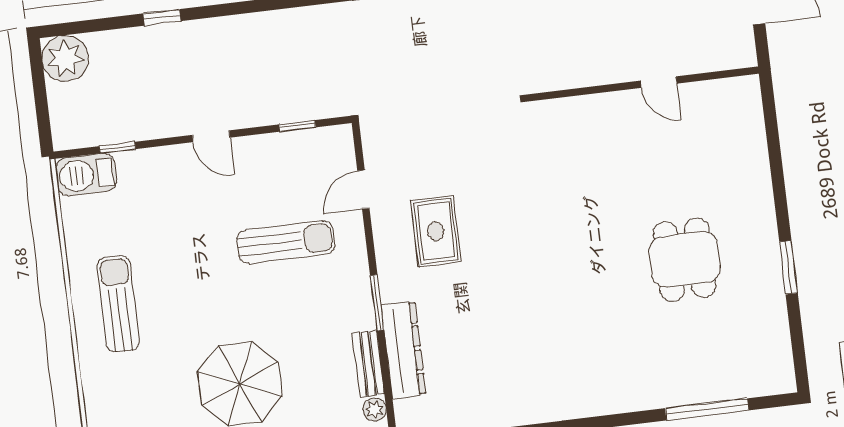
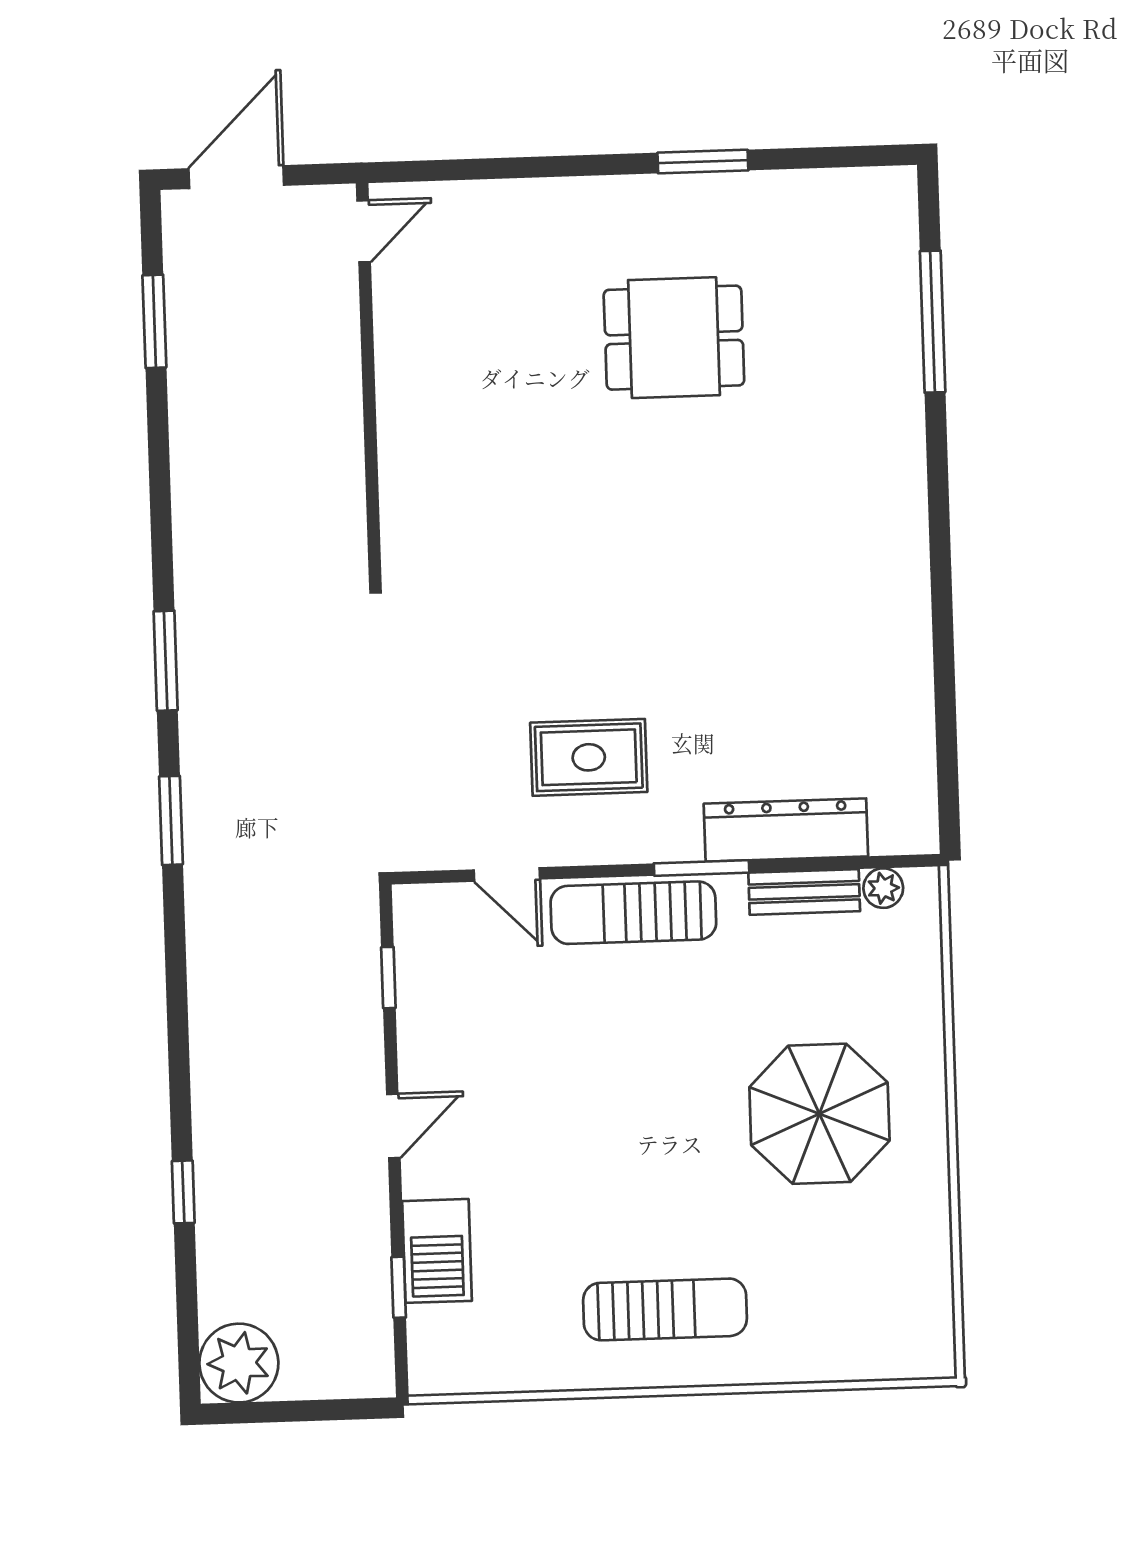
door: (659, 82) -> (364, 231), moved
barbecue: (86, 175) -> (437, 1251), moved
sun lounger: (286, 242) -> (633, 913), moved, turned -90
sun lounger: (118, 304) -> (665, 1309), turned 180

